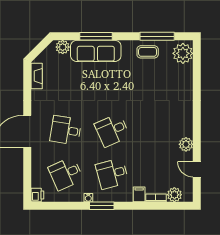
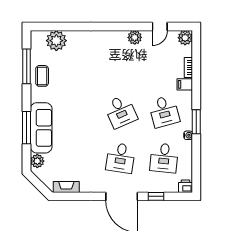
plant: (183, 53) -> (56, 41), moved
window: (27, 166) -> (156, 196), added
desk: (66, 174) -> (164, 158), turned 30
plant: (174, 195) -> (185, 38), moved

